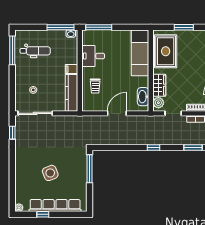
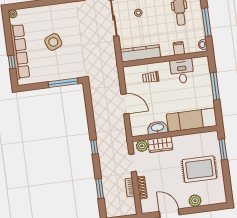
window: (61, 27) -> (206, 22), moved
window: (99, 27) -> (215, 86), moved
window: (184, 27) -> (223, 149), moved
rug: (166, 51) -> (199, 169), moved
filing cabinet: (71, 69) -> (179, 48), moved
washbasin: (143, 97) -> (157, 128), moved
window: (43, 214) -> (12, 62), moved

